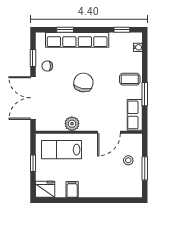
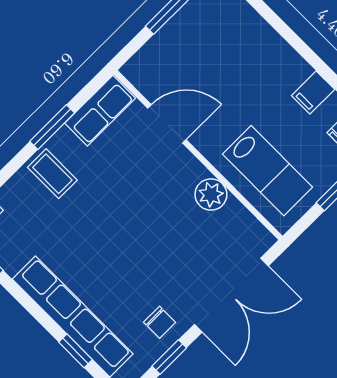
chair: (83, 83) -> (129, 241), removed
stool: (128, 160) -> (181, 50), removed

